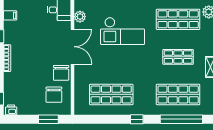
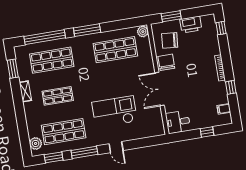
plant: (80, 17) -> (143, 32), moved
chair: (54, 95) -> (170, 40), turned -85
printer: (11, 110) -> (191, 25), moved, width x1.87, depth x1.48
window: (137, 119) -> (87, 30), width x2.17

